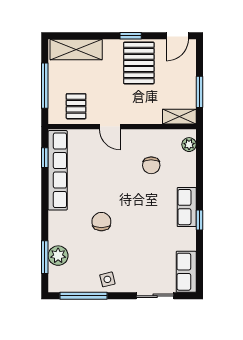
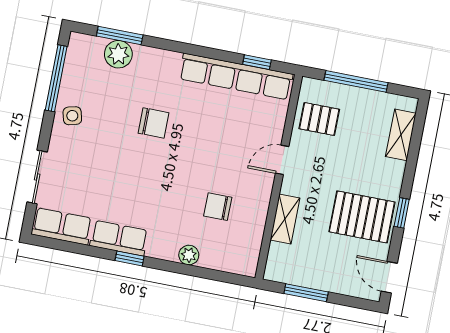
shelving: (76, 50) -> (401, 135), width x0.67, depth x0.75
shelving: (179, 117) -> (285, 219), moved
plant: (189, 145) -> (189, 255), moved
row of seats: (187, 207) -> (119, 238), moved

